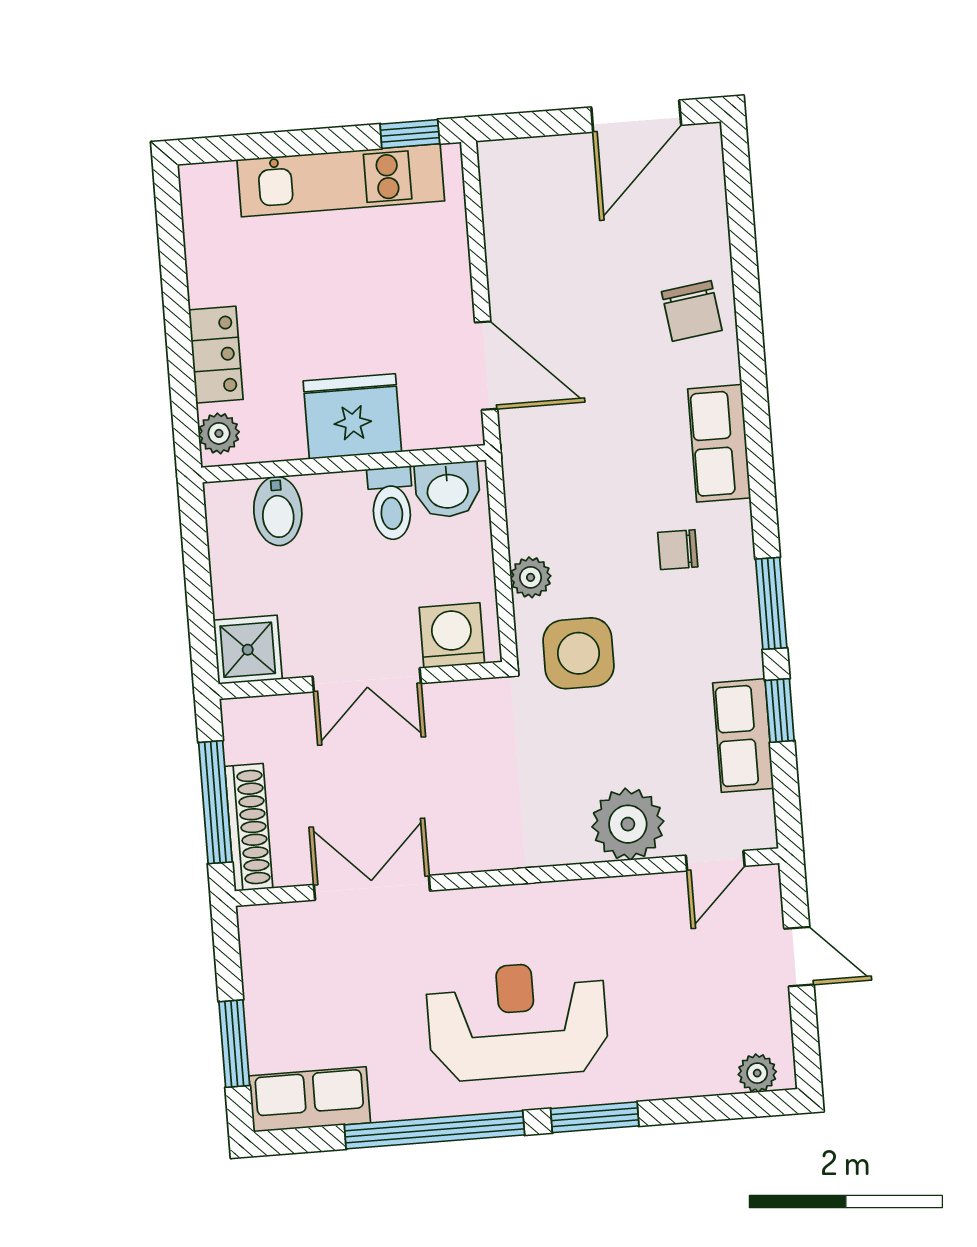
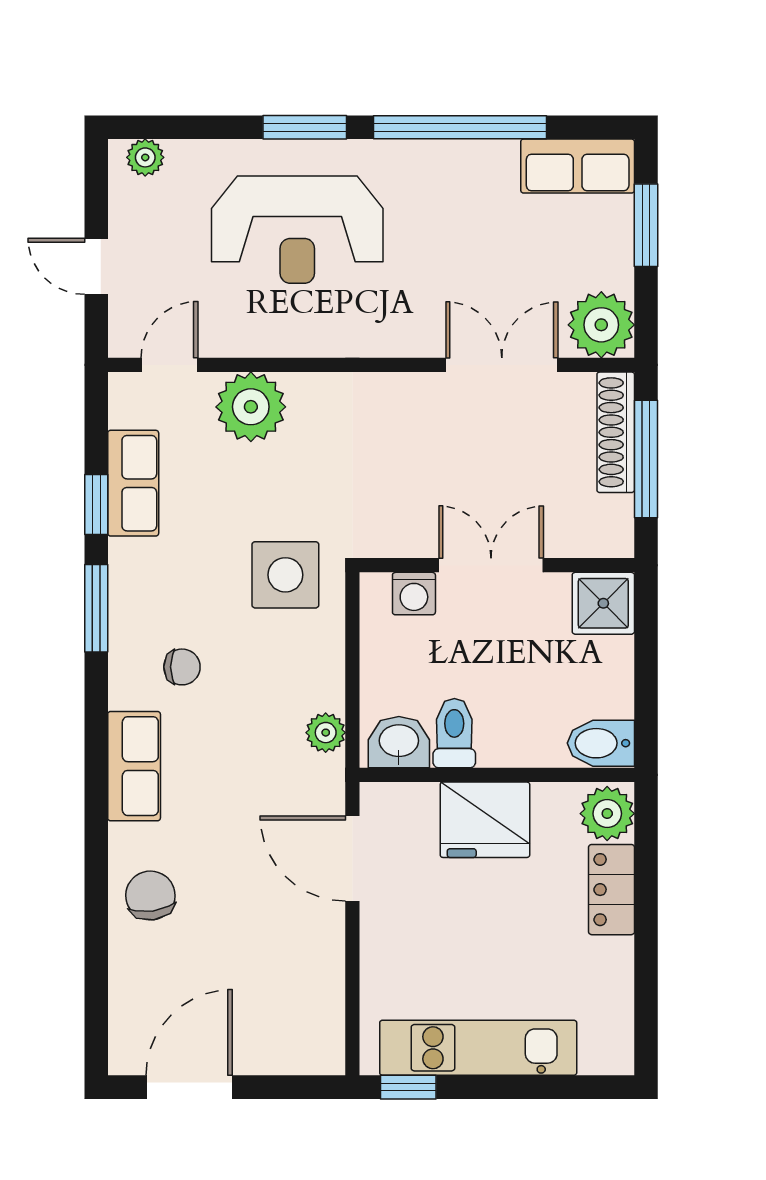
plant: (219, 433) -> (607, 814), width x1.38, depth x1.38
bidet: (278, 511) -> (601, 743), moved, turned -90
plant: (531, 577) -> (326, 733), moved
washing machine: (452, 635) -> (414, 594), width x0.73, depth x0.73
double door: (372, 888) -> (502, 365), swing flipped
plant: (272, 937) -> (601, 325), added
reception desk: (517, 1021) -> (297, 230), moved

